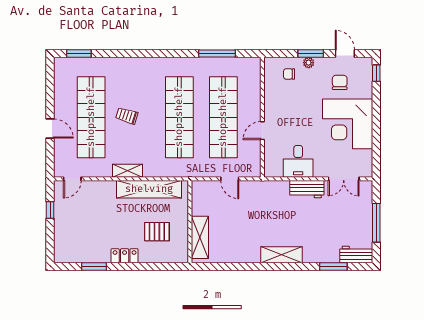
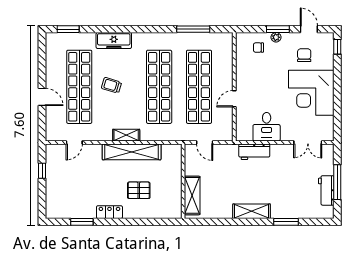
freezer: (129, 66) -> (114, 40), added
shelving: (128, 171) -> (126, 135), moved
door: (72, 179) -> (74, 143), moved
workbench: (307, 189) -> (254, 152), moved
wall: (190, 222) -> (183, 181), moved
shelving: (200, 237) -> (192, 195), moved
workbench: (356, 255) -> (326, 190), moved, turned -90
window: (333, 267) -> (286, 222), moved

